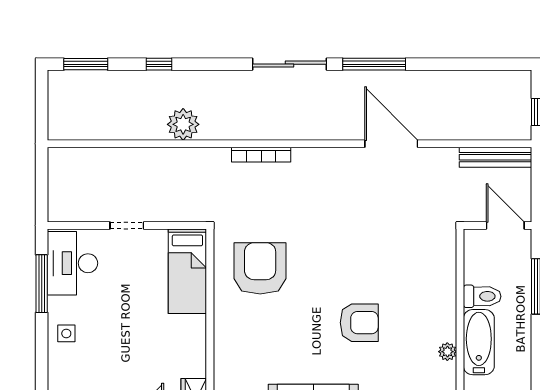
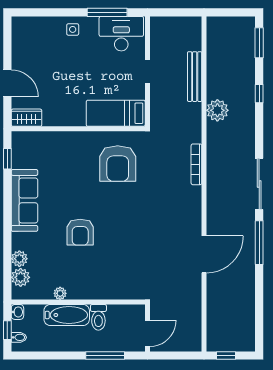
bench: (495, 157) -> (195, 77), moved
armchair: (260, 268) -> (118, 164), turned 90

